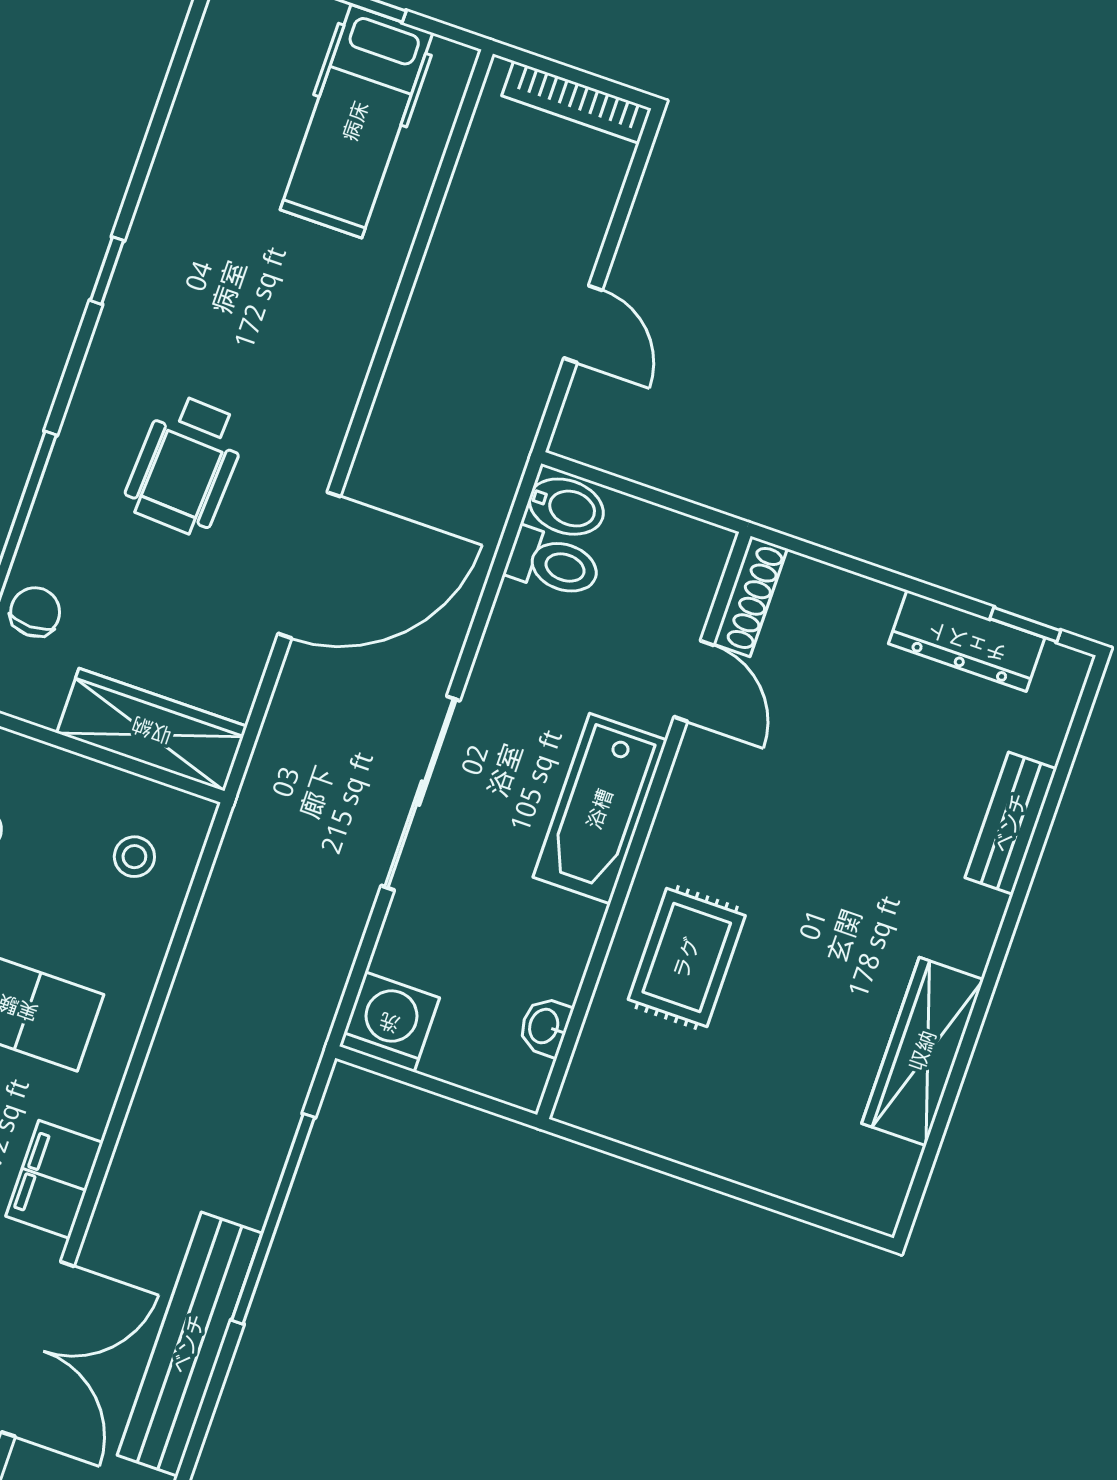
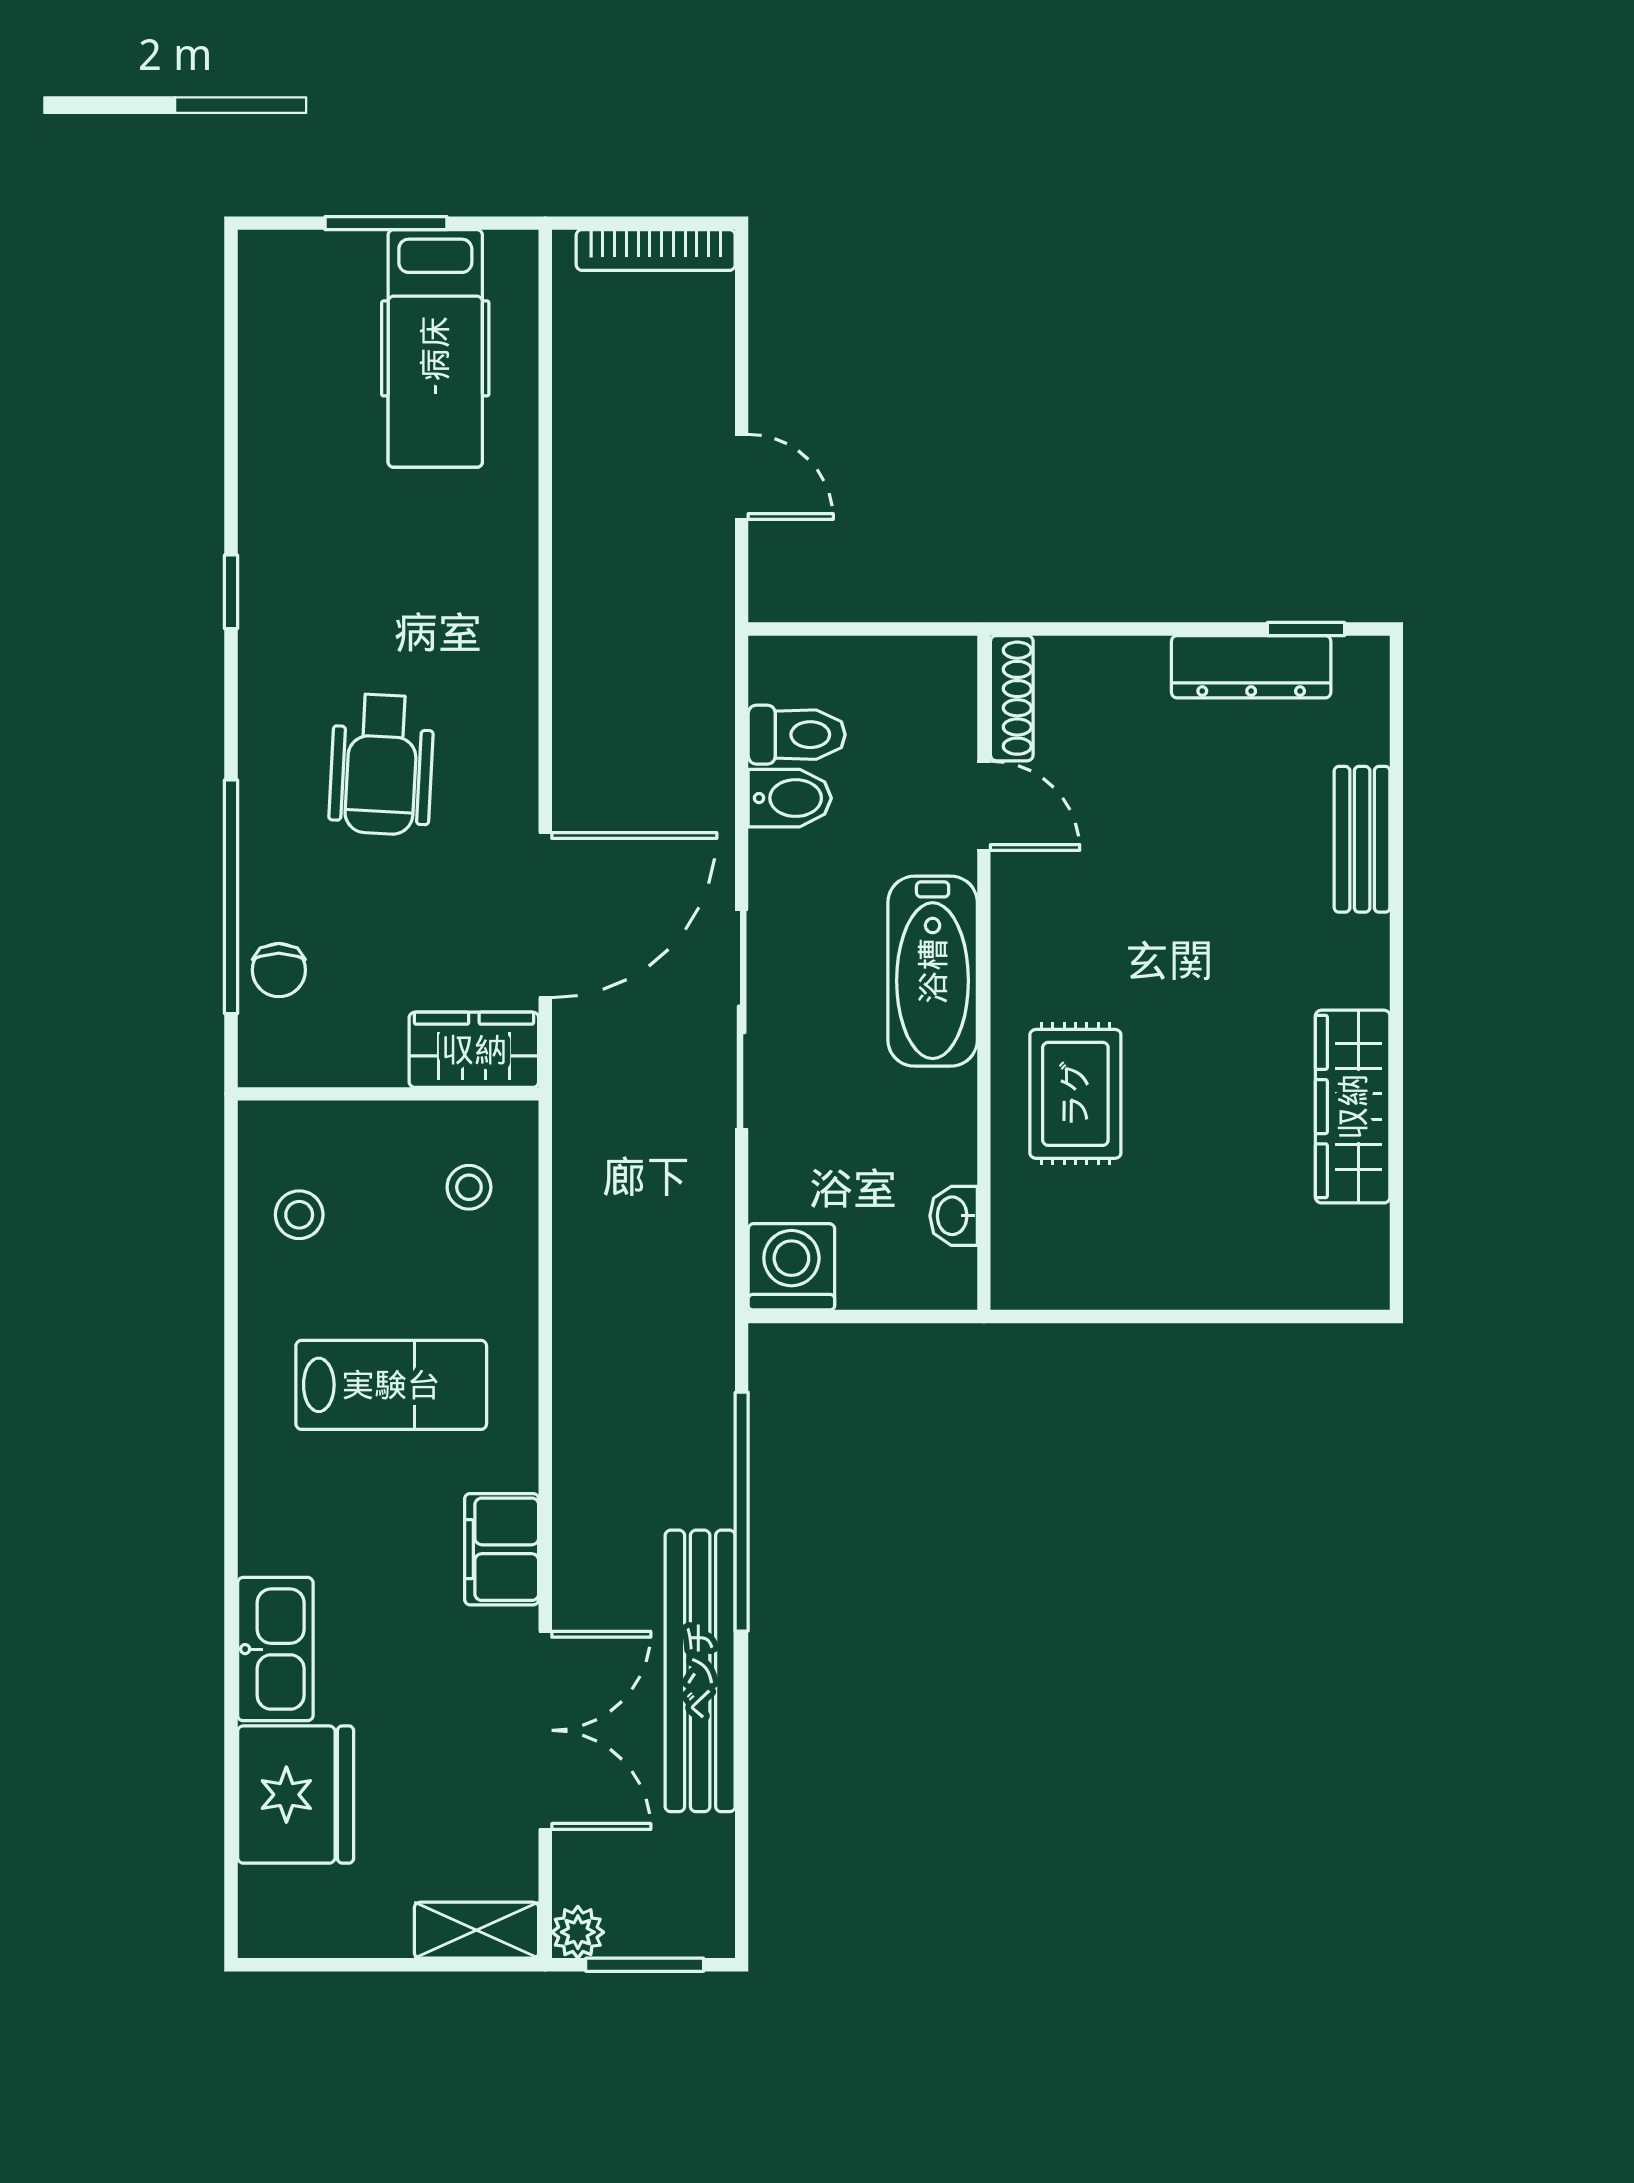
bidet: (566, 507) -> (790, 798), moved
door: (309, 565) -> (545, 915), moved
chair: (35, 612) -> (279, 970), turned 180
wardrobe: (152, 730) -> (474, 1050), width x0.67

